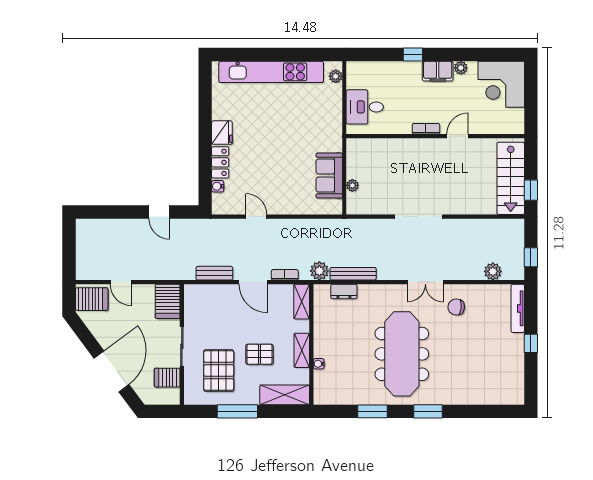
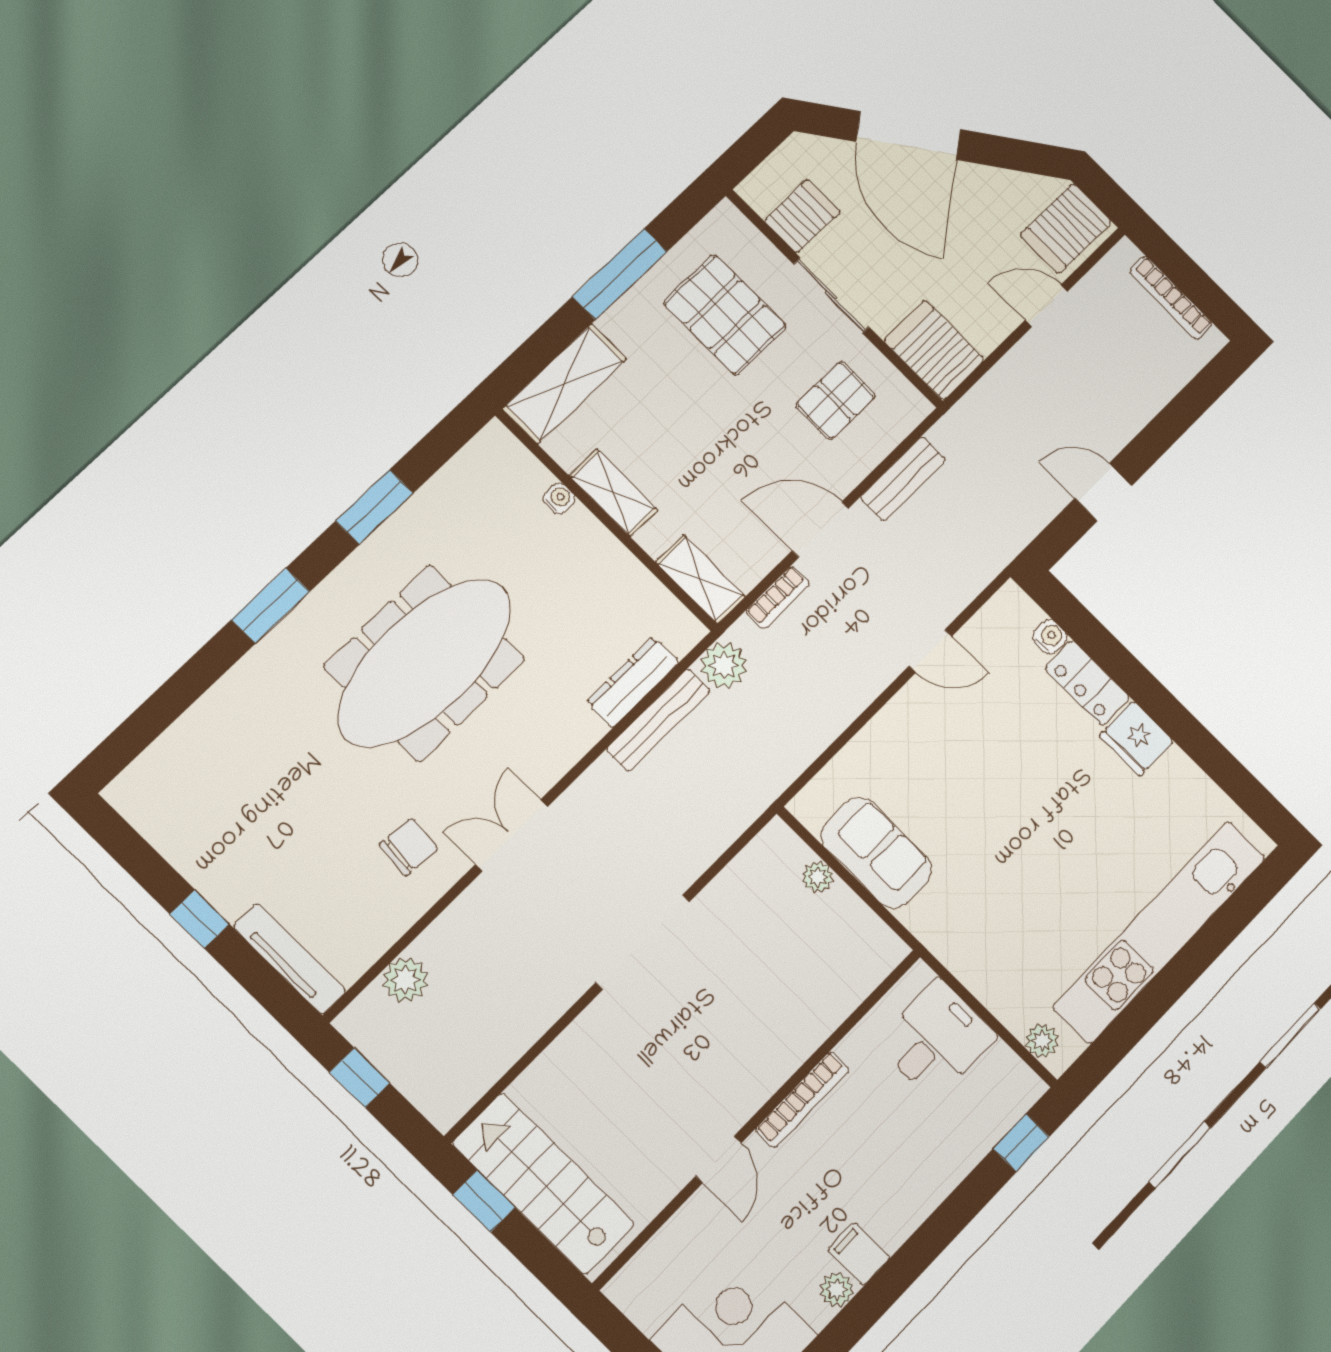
window: (413, 55) -> (1021, 1143), moved
filing cabinet: (438, 71) -> (859, 1254), width x0.50
bookcase: (426, 129) -> (803, 1099), width x1.56
bookcase: (81, 248) -> (1171, 298), added
dresser: (344, 291) -> (633, 682), width x1.44
pallet: (259, 354) -> (836, 400), moved
meeting table: (402, 354) -> (425, 663), turned 90

